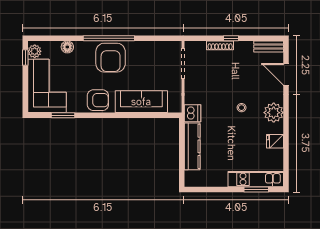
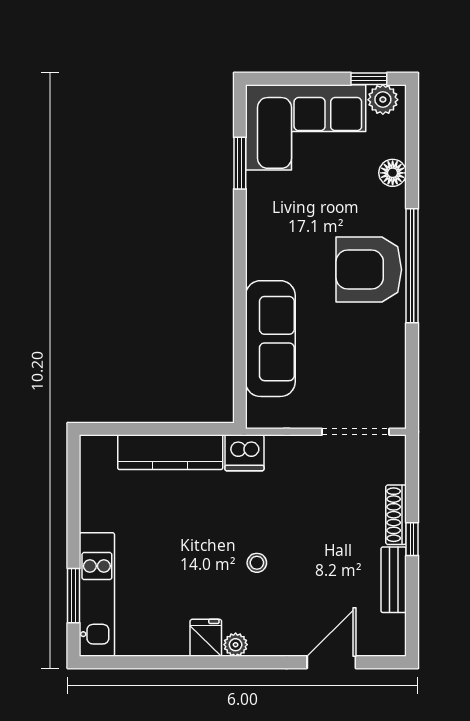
bench: (269, 47) -> (394, 580), moved
armchair: (98, 100) -> (274, 241), removed
plant: (274, 113) -> (236, 645), width x0.53, depth x0.53
fridge: (275, 141) -> (206, 638), moved

